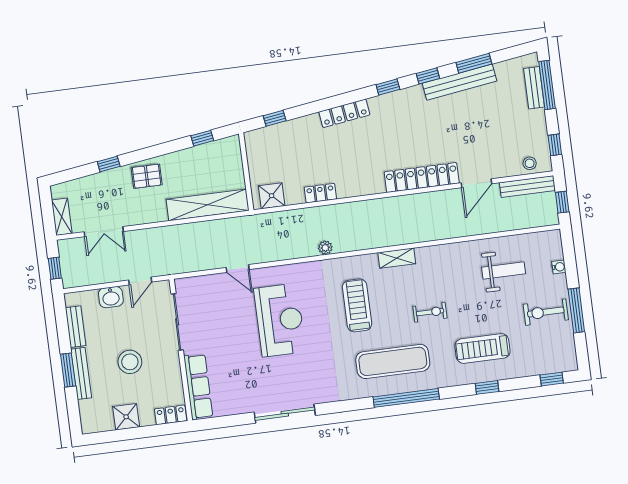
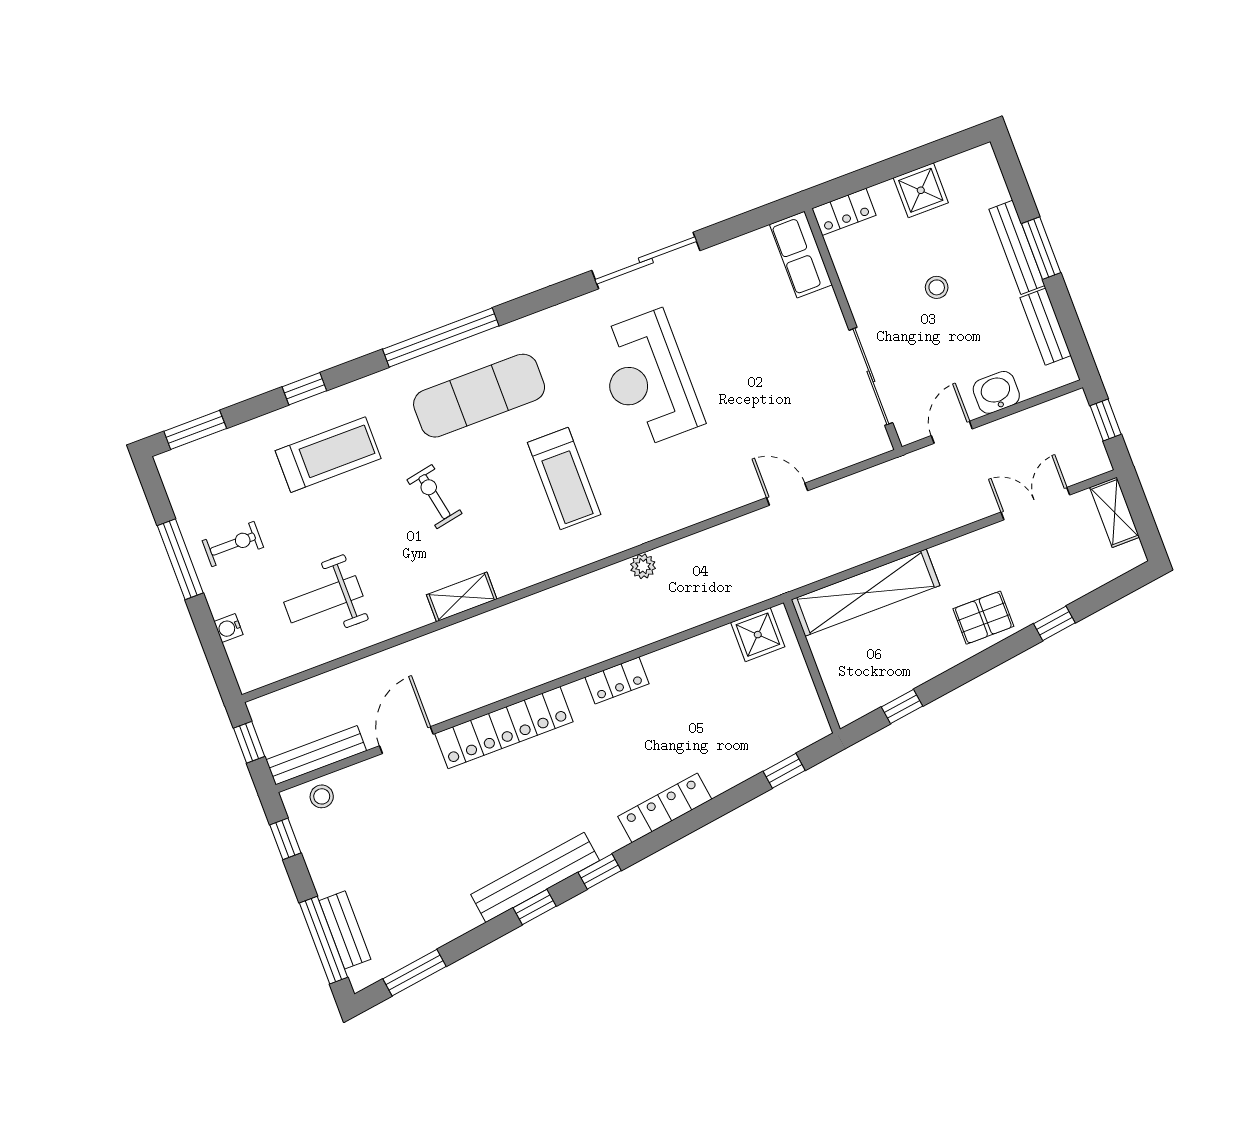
window: (474, 63) -> (414, 973), moved
bench: (459, 82) -> (535, 877), moved
locker: (320, 193) -> (617, 681), moved
shelving: (397, 258) -> (462, 597), moved
exercise bike: (430, 312) -> (434, 497), turned 79
exercise bike: (546, 312) -> (233, 544), width x0.73, depth x0.72
reception desk: (280, 320) -> (648, 379), moved
stool: (130, 362) -> (937, 287), width x0.53, depth x0.53
window: (552, 379) -> (195, 430), width x1.50
row of seats: (198, 387) -> (801, 255), width x0.68

